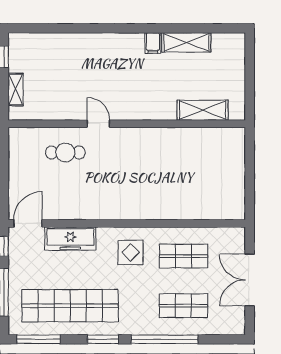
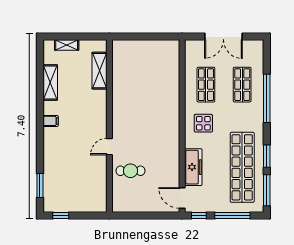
window: (45, 28) -> (40, 186), added
filing cabinet: (153, 43) -> (51, 121), moved
shelving: (16, 89) -> (67, 45), moved
cafe table: (65, 153) -> (130, 171), turned 90
window: (103, 339) -> (267, 156), moved

